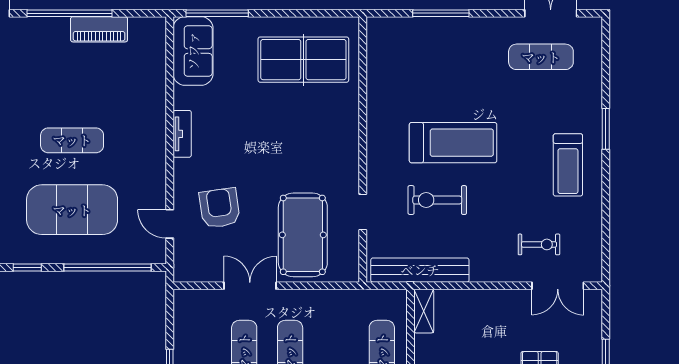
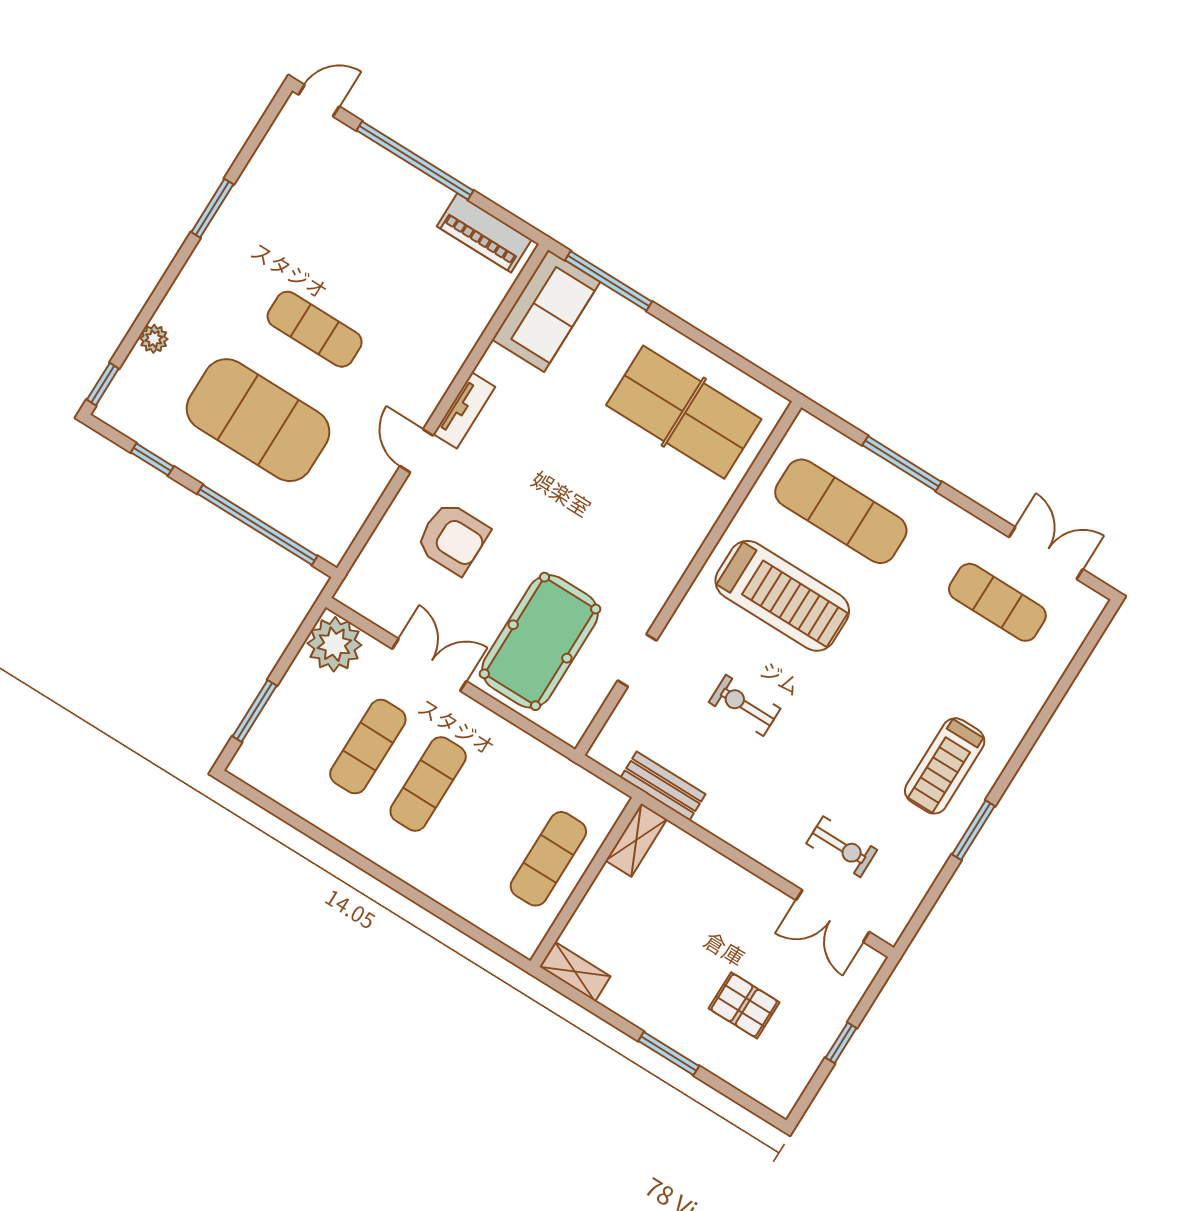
piano: (99, 29) -> (484, 233), moved
exercise mat: (424, 60) -> (841, 511), added
window: (606, 129) -> (973, 830), moved
treadmill: (453, 143) -> (782, 596), moved
exercise bike: (437, 200) -> (745, 705), width x0.73, depth x0.72
armchair: (220, 208) -> (453, 538), turned 98
door: (170, 224) -> (417, 451), moved
bench: (420, 270) -> (663, 786), width x0.54, depth x0.82
plant: (191, 307) -> (334, 644), added

